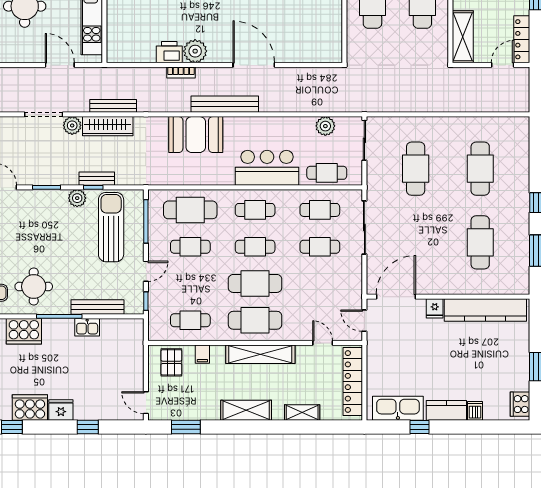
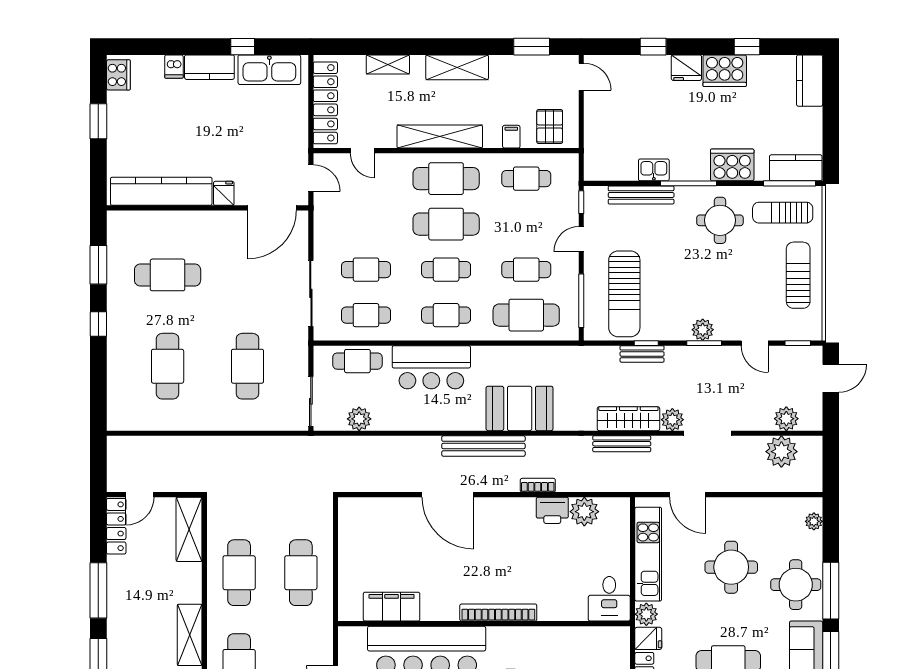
plant: (195, 51) -> (584, 512), moved
plant: (77, 198) -> (703, 330), moved
cafe table: (480, 242) -> (168, 275), turned 90

